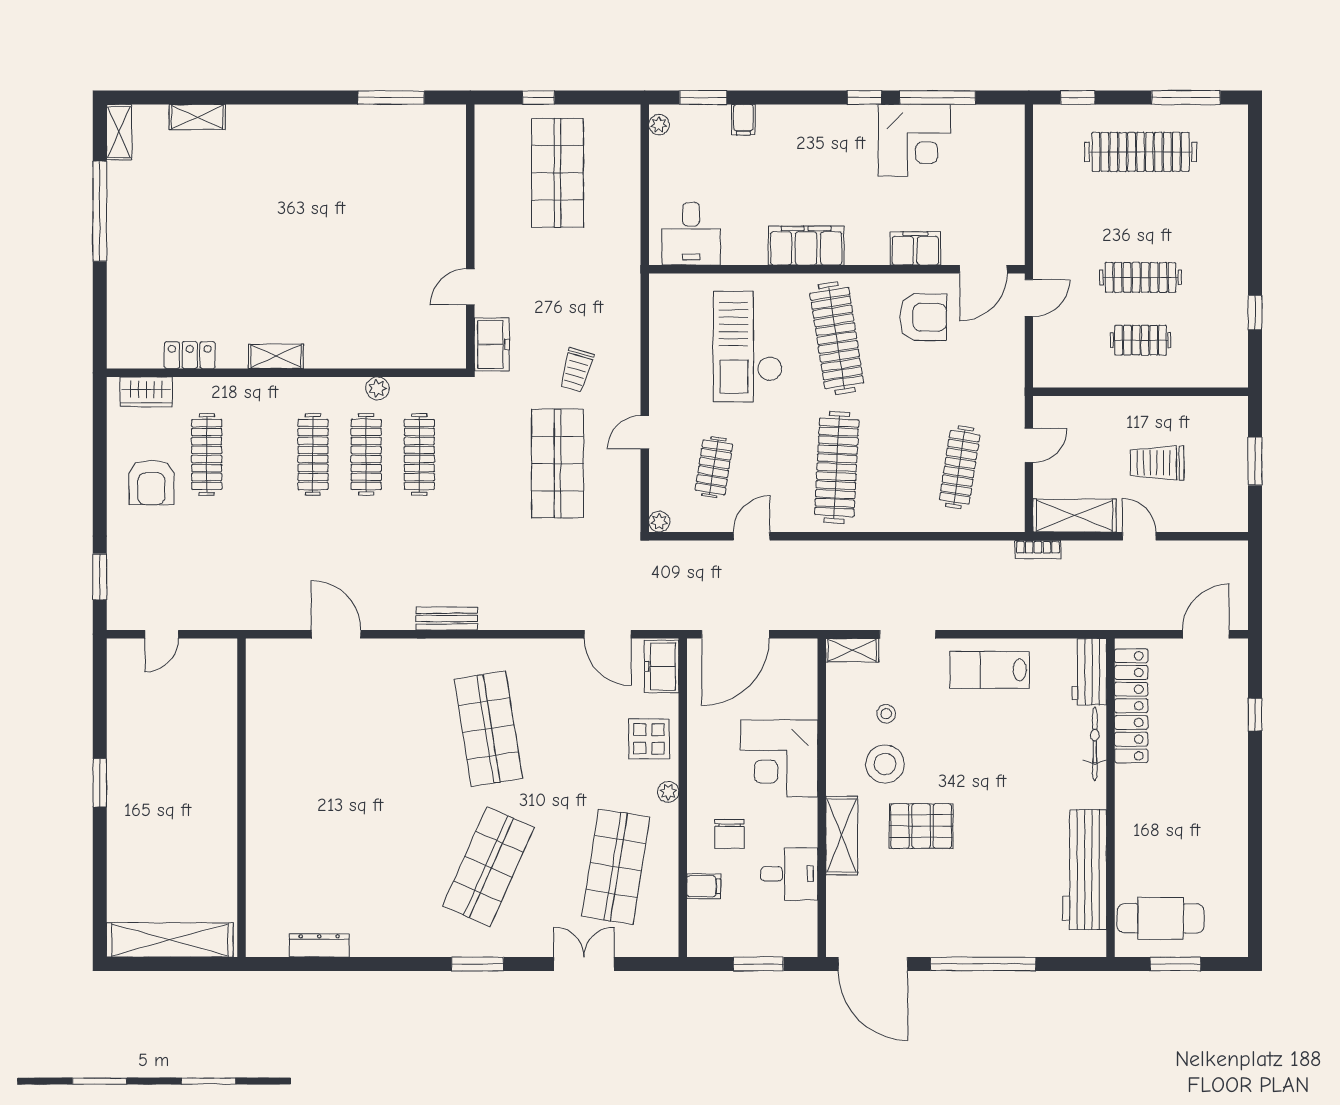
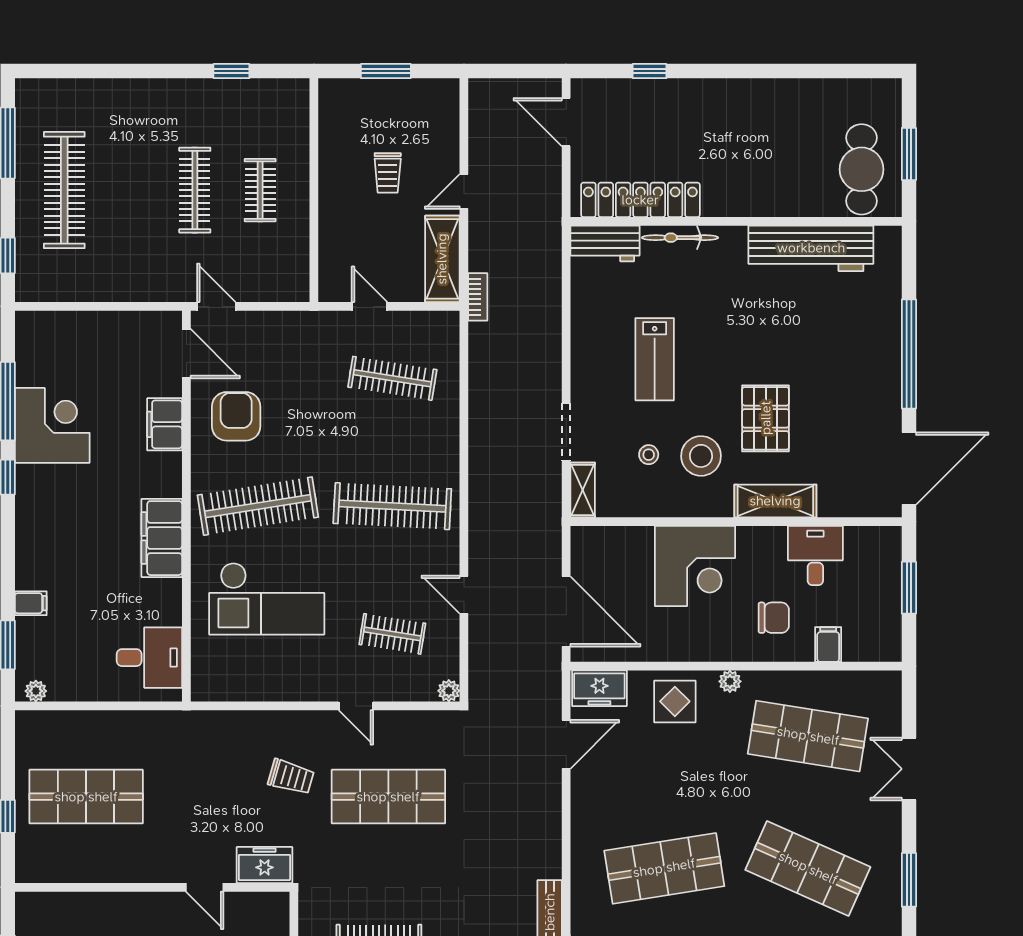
trolley: (1157, 463) -> (388, 173), width x0.73, depth x0.72
lab bench: (990, 670) -> (655, 359), moved

